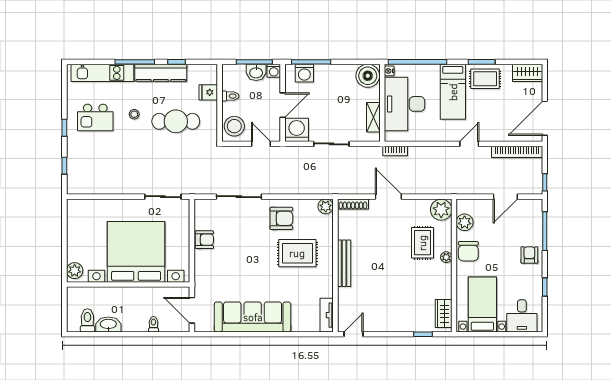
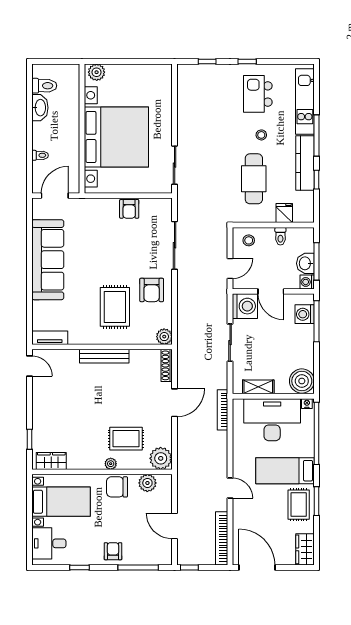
stool: (234, 126) -> (249, 240), width x0.53, depth x0.53
bookcase: (395, 151) -> (223, 410), width x1.56
armchair: (529, 255) -> (113, 551), turned -90

